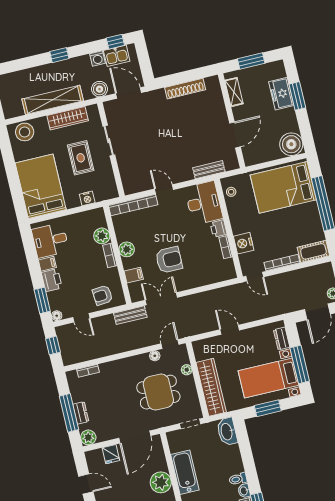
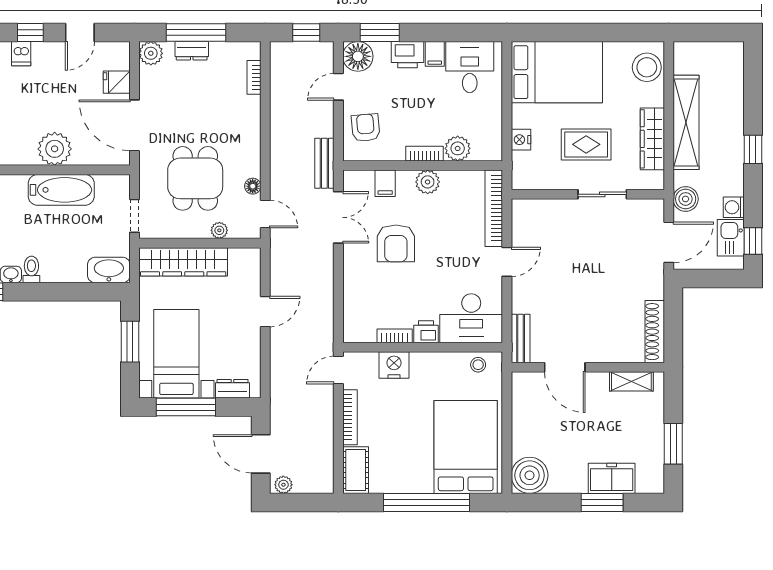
shelving: (234, 92) -> (631, 381), moved
wall: (232, 121) -> (588, 367), moved
door: (235, 135) -> (565, 367), moved
floor lamp: (57, 316) -> (358, 56), width x1.89, depth x1.89

